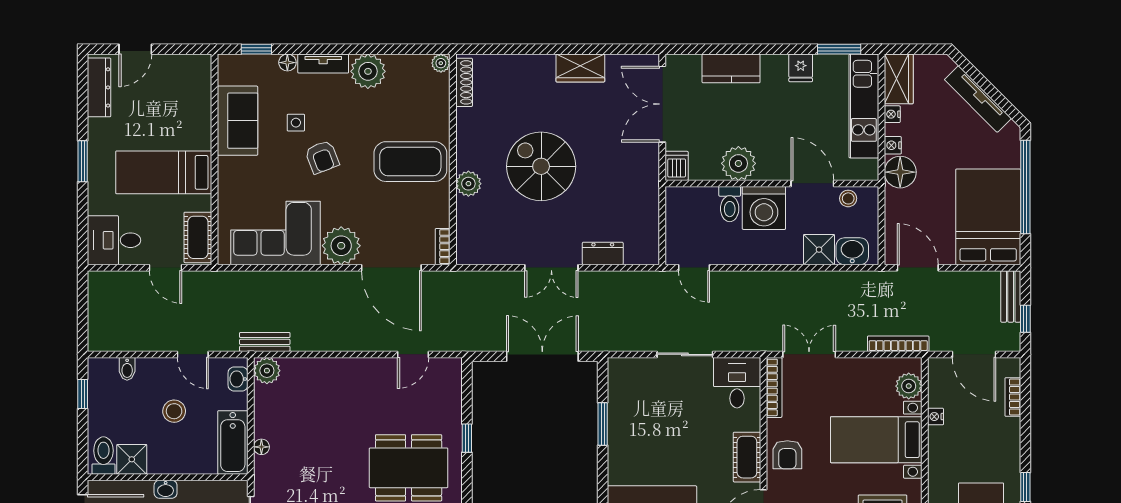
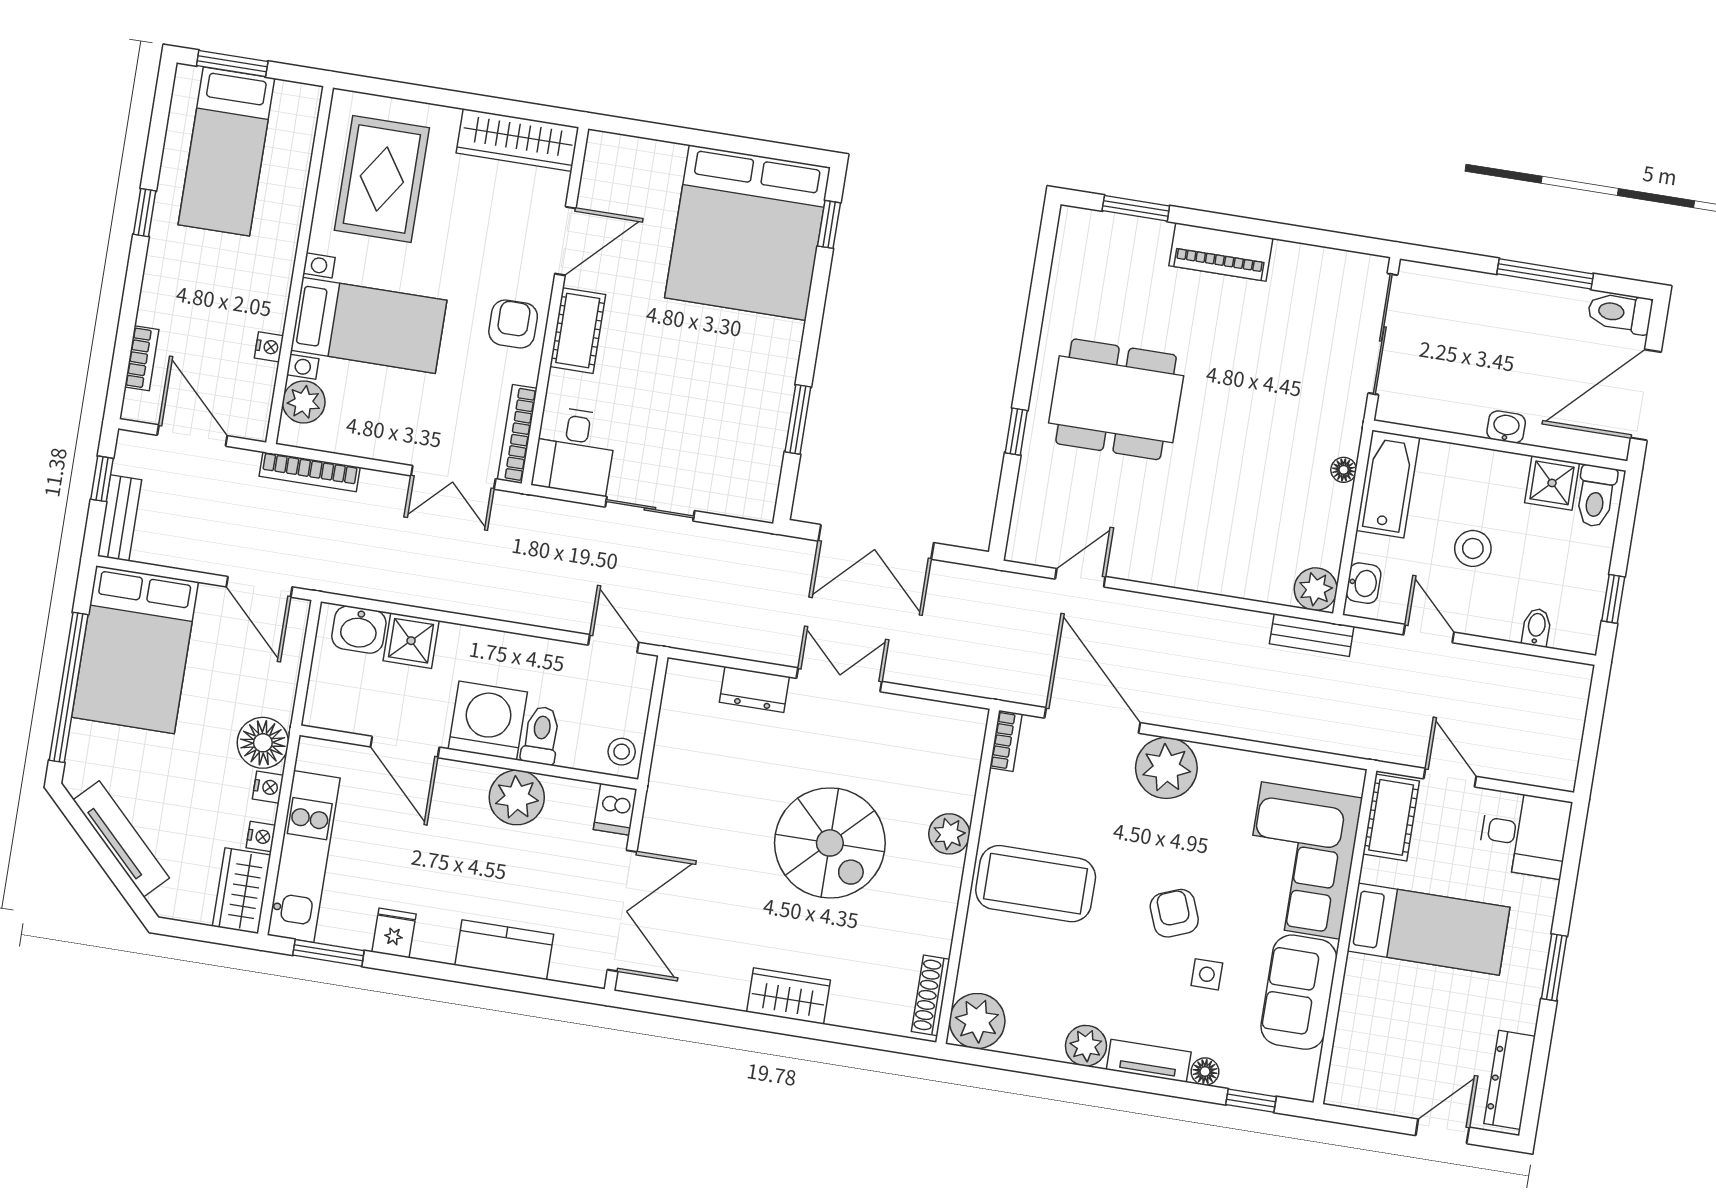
plant: (441, 63) -> (977, 1021), width x1.87, depth x1.87
wardrobe: (580, 68) -> (788, 996), moved
plant: (368, 71) -> (1086, 1046), width x0.73, depth x0.73
stool: (848, 198) -> (622, 752), moved
corner sofa: (275, 233) -> (1301, 860), moved, turned 90

